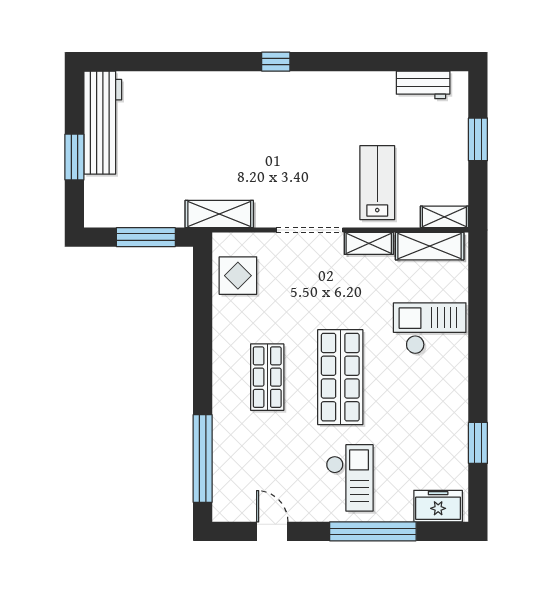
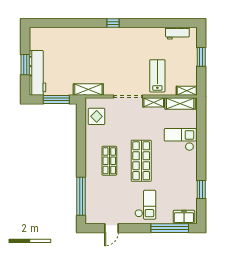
workbench: (103, 123) -> (37, 73), moved
door: (272, 531) -> (111, 228), swing flipped
window: (373, 531) -> (170, 228), moved

